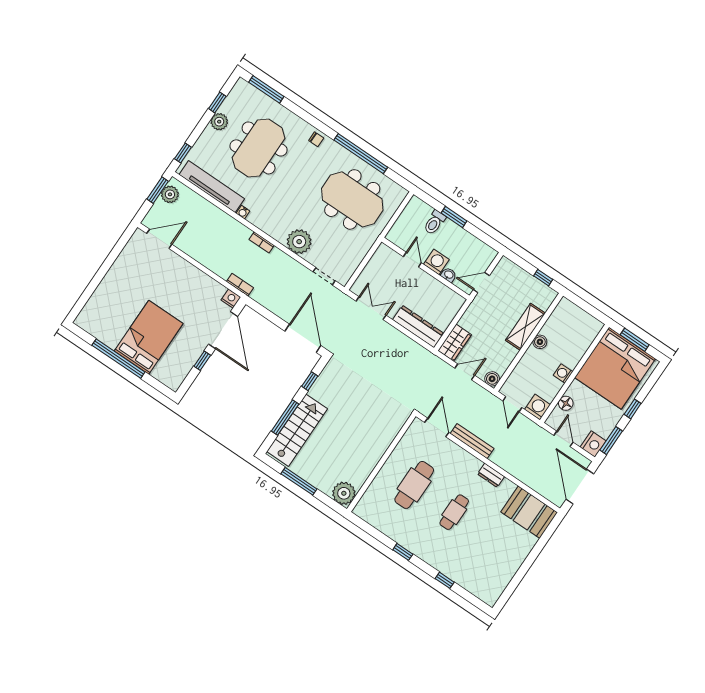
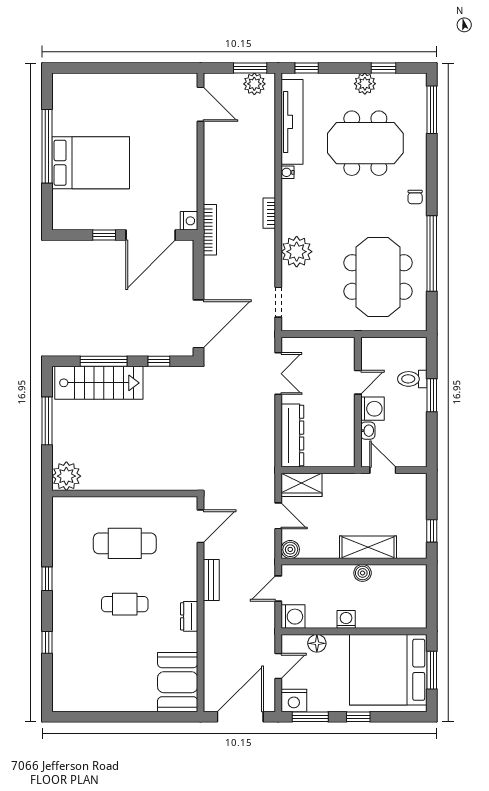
bookcase: (240, 285) -> (210, 230), width x1.56
bench: (472, 441) -> (211, 580), width x0.73

